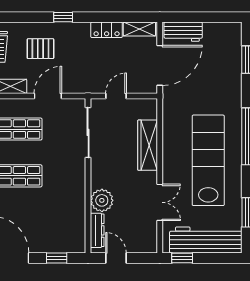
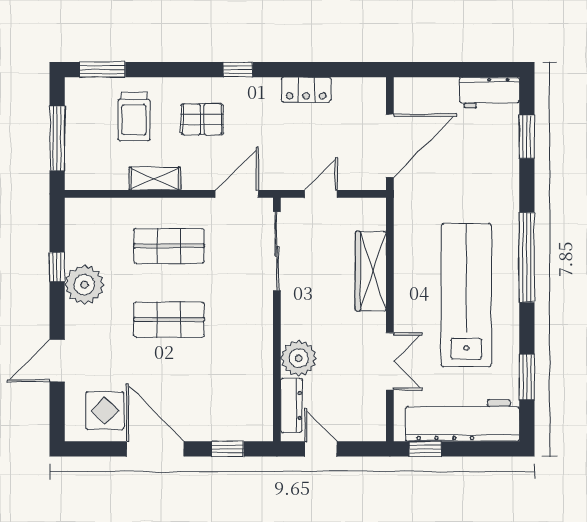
shelving: (139, 29) -> (358, 88), removed
workbench: (183, 32) -> (489, 93), moved
door: (48, 96) -> (237, 194), moved

